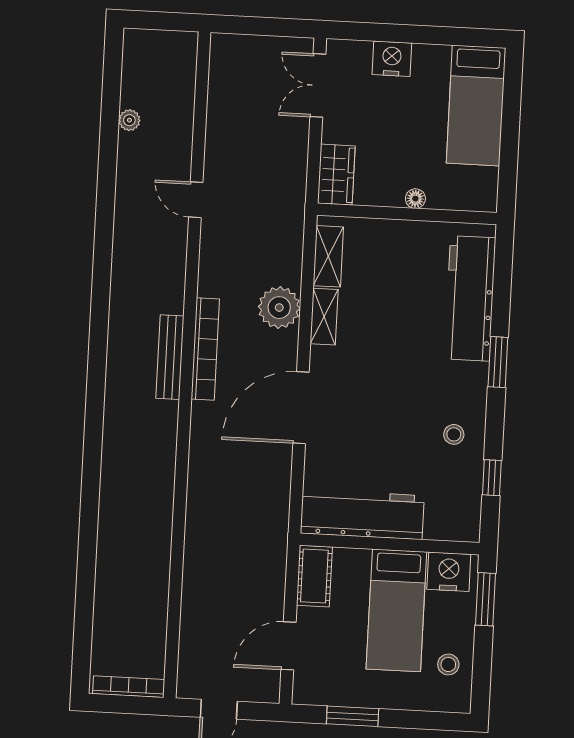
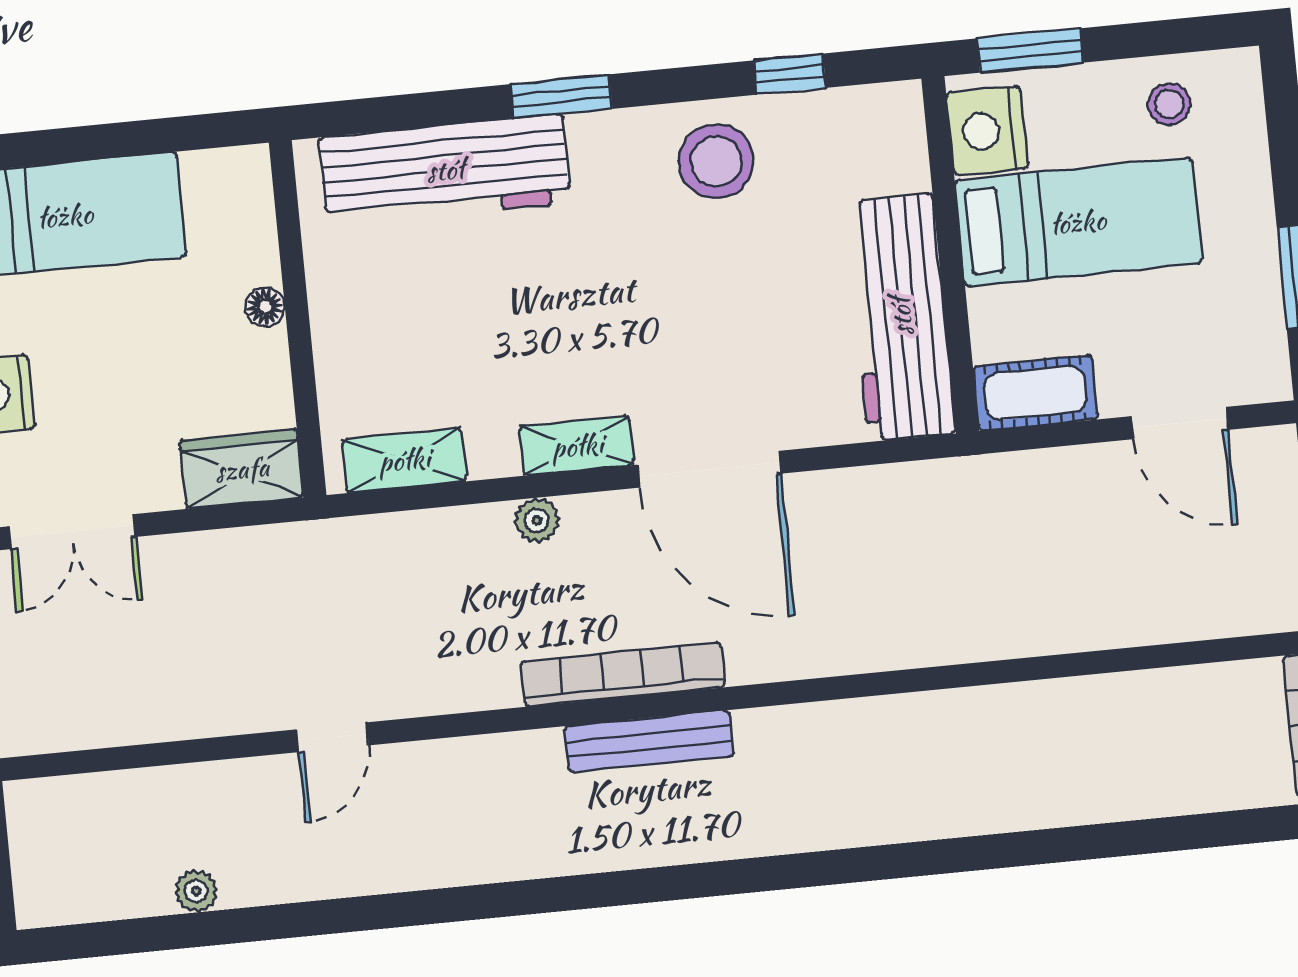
plant: (279, 308) -> (537, 520), width x0.53, depth x0.53
shelving: (324, 317) -> (577, 446), moved
stool: (454, 434) -> (716, 162), width x1.89, depth x1.89

